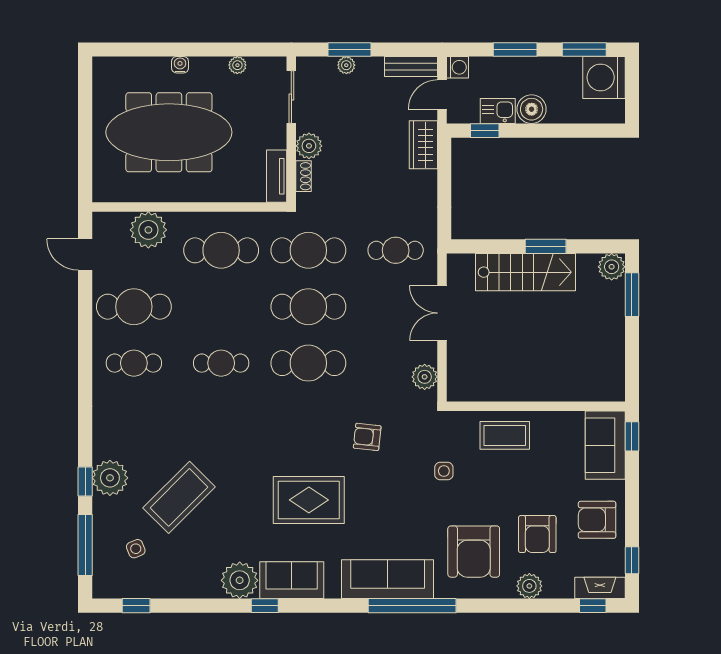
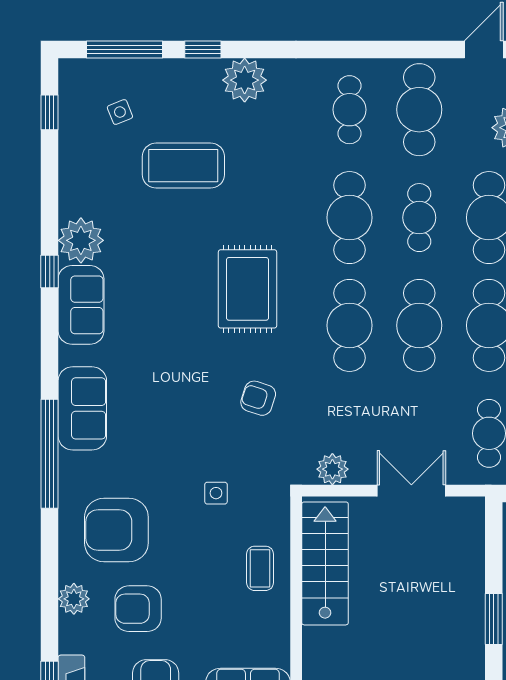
stairs: (526, 272) -> (325, 563), moved, turned 180
cafe table: (221, 307) -> (419, 218), added
cafe table: (221, 363) -> (350, 218), width x1.37, depth x1.35
coffee table: (505, 435) -> (260, 568), width x0.73, depth x0.77
armchair: (367, 437) -> (258, 398), turned -78
plant: (110, 478) -> (245, 80), moved
coffee table: (179, 497) -> (183, 166), turned -45
rug: (309, 500) -> (247, 289), moved
sofa: (388, 579) -> (82, 408), width x0.73

